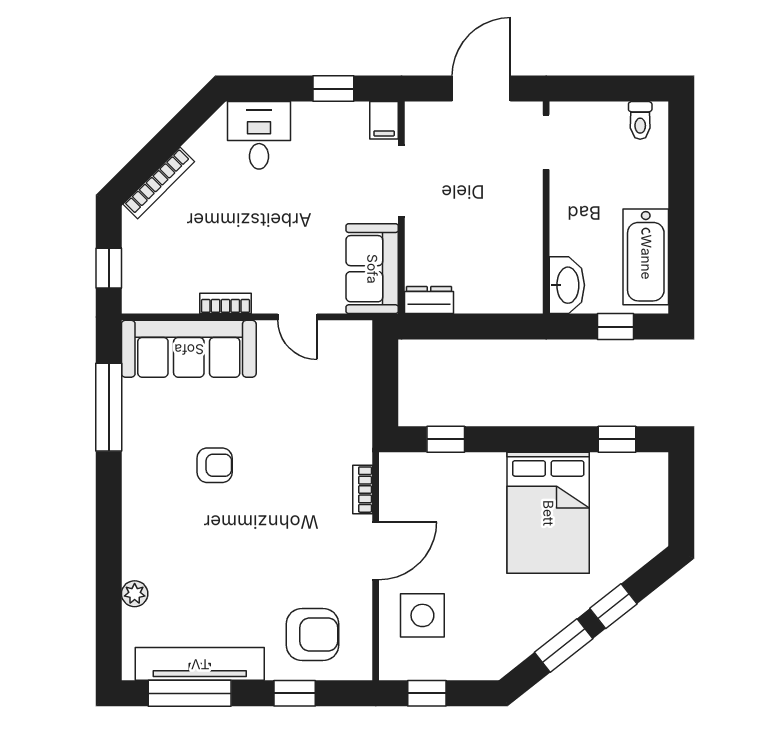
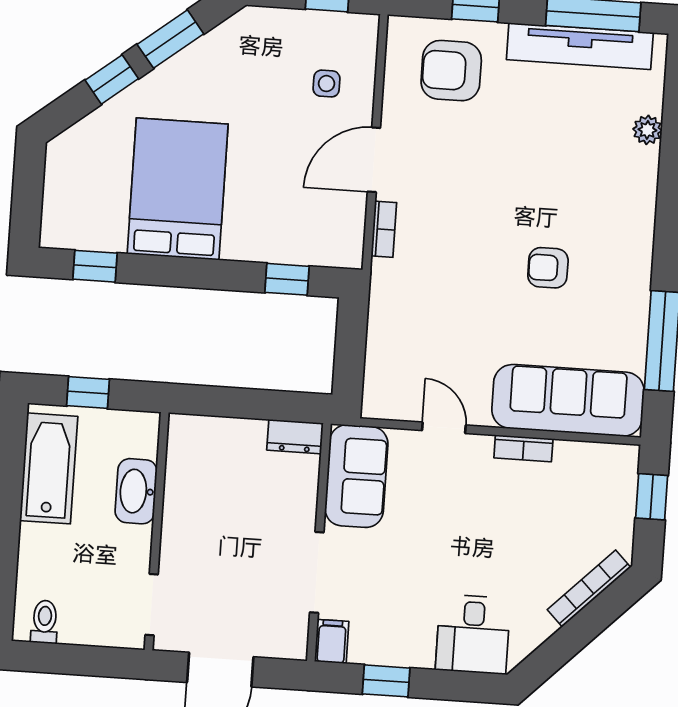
washbasin: (567, 285) -> (136, 491), moved
side table: (422, 615) -> (326, 84), width x0.54, depth x0.54

